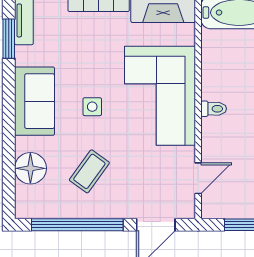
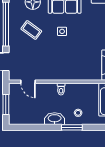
corner sofa: (160, 96) -> (67, 64), removed

